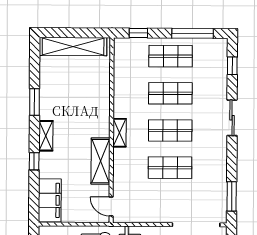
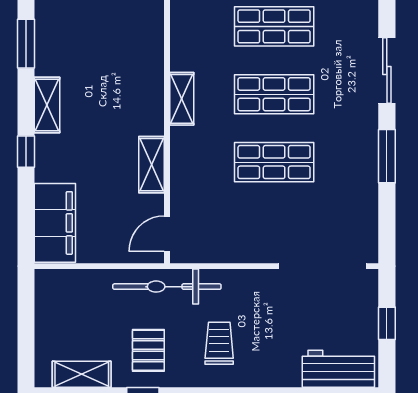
shelving: (101, 161) -> (151, 165), width x0.67, depth x0.75
window: (232, 196) -> (387, 156), moved
door: (111, 207) -> (167, 234), hinge flipped

